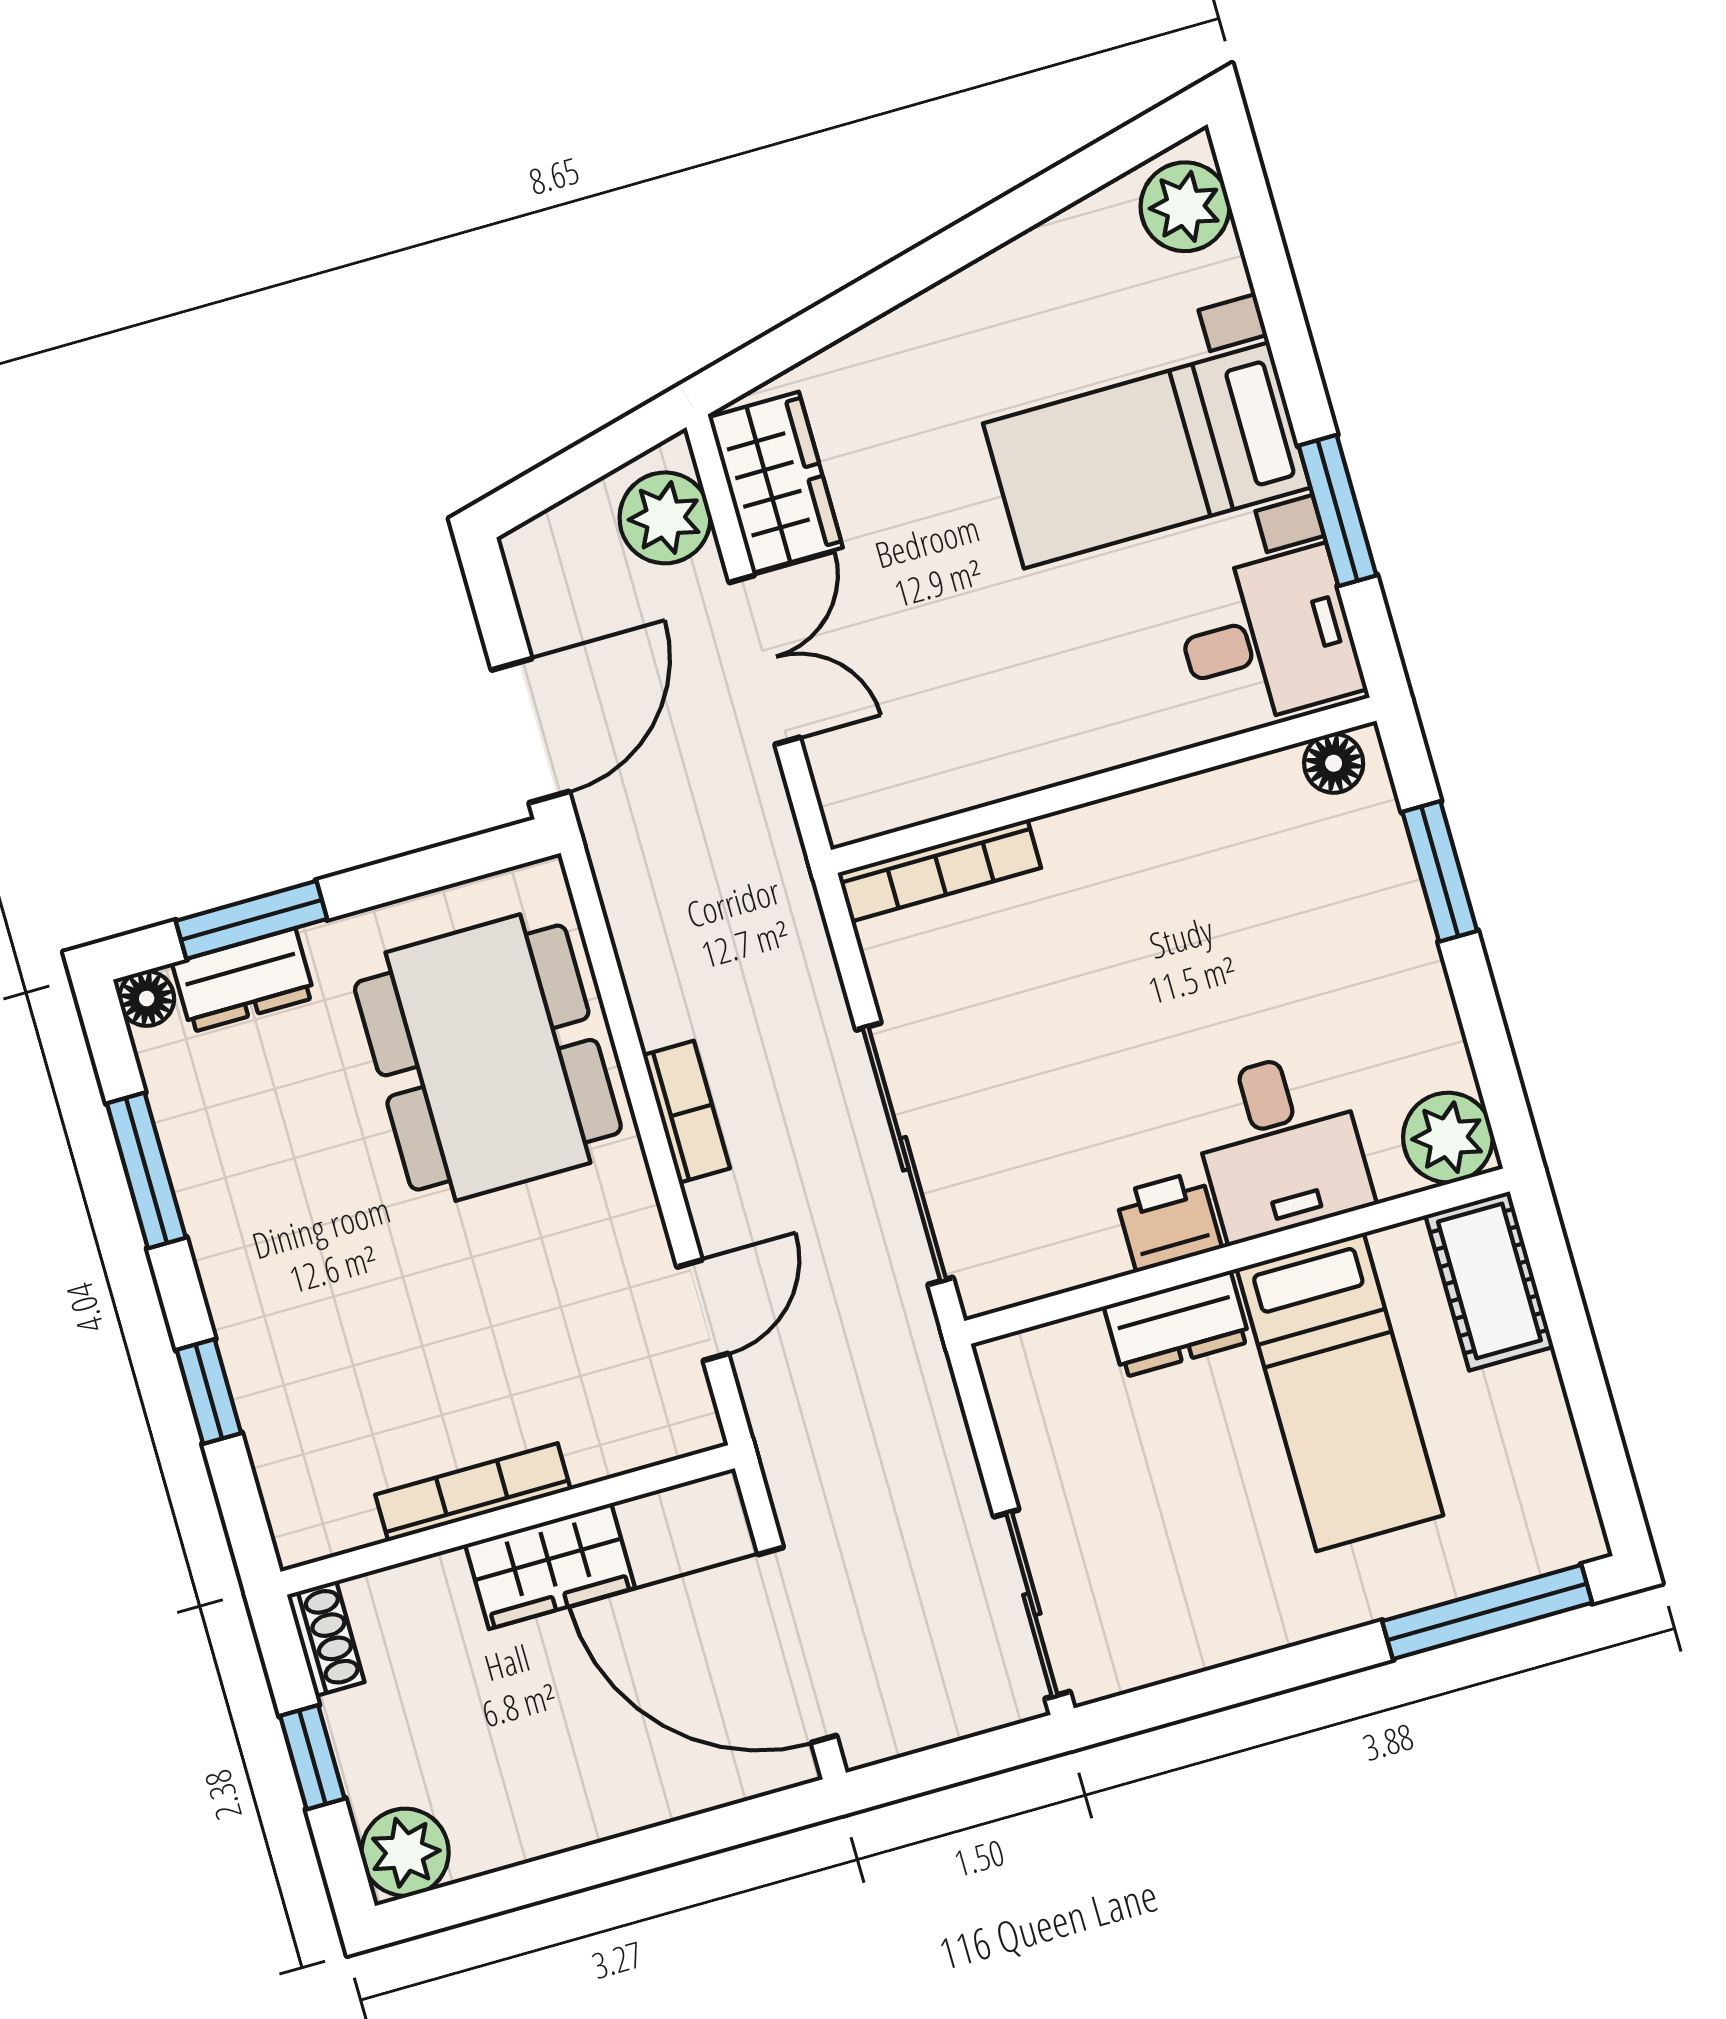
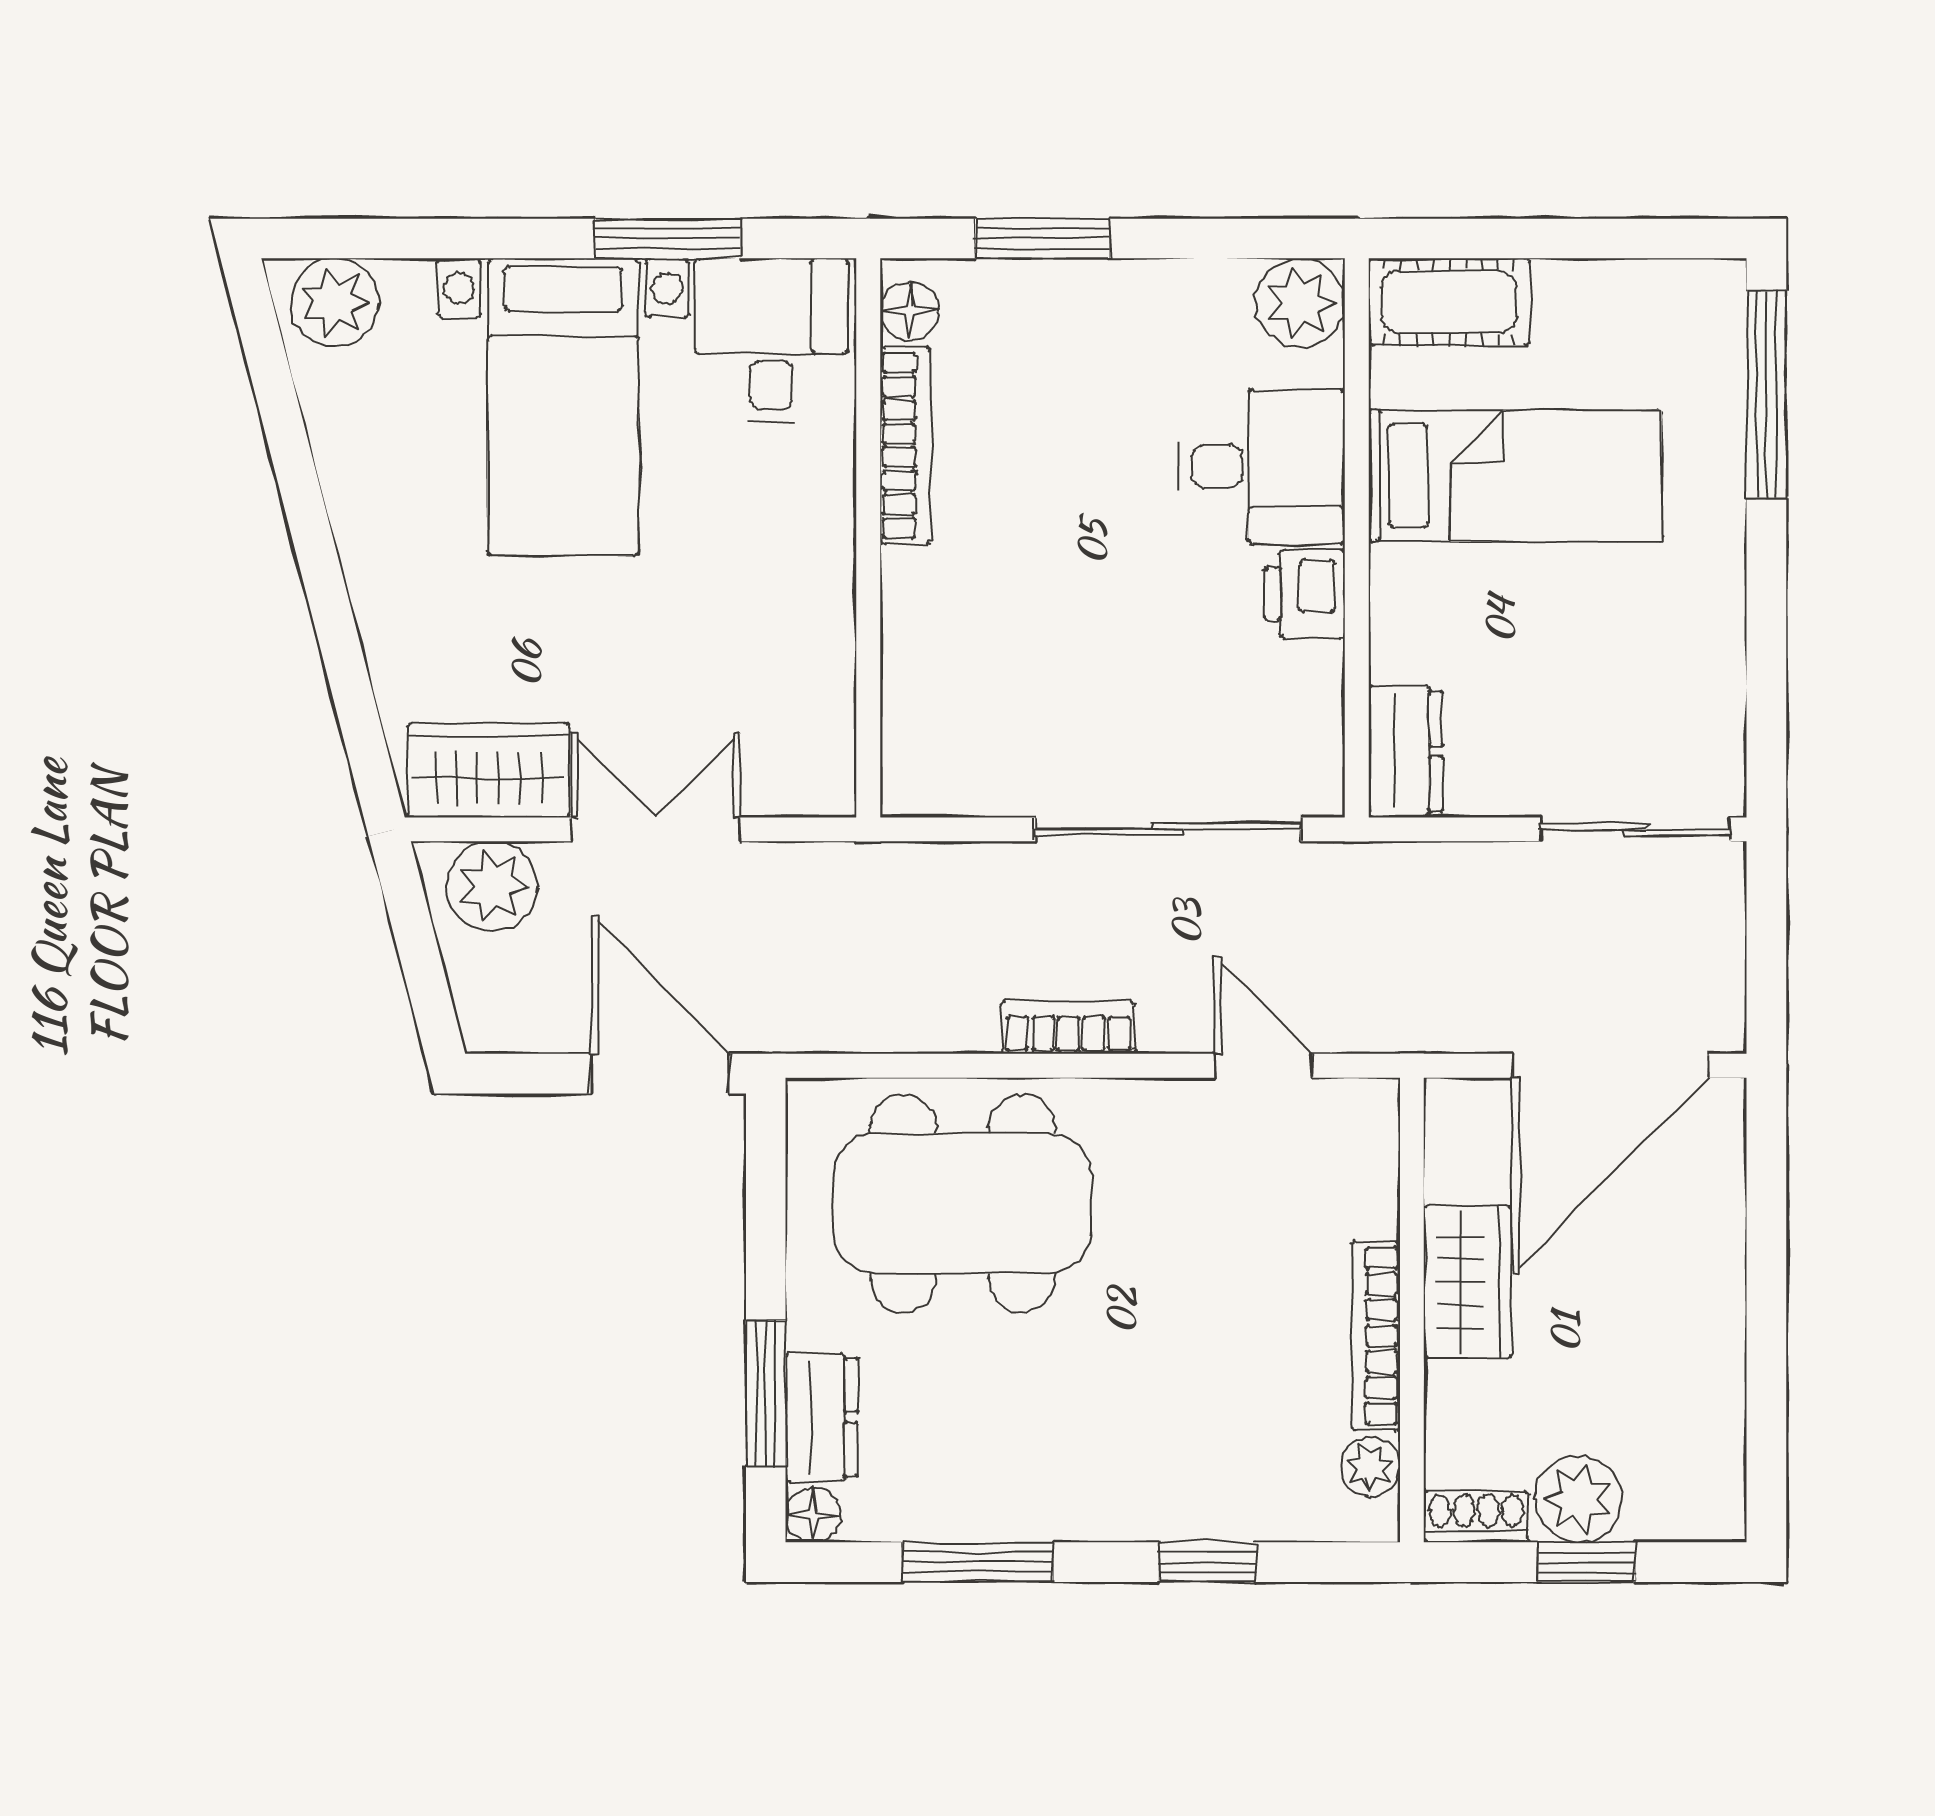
bookcase: (939, 870) -> (905, 445), moved
dresser: (1177, 1324) -> (1406, 751), moved
plant: (345, 1522) -> (1370, 1467), added
plant: (405, 1852) -> (1579, 1499), moved

